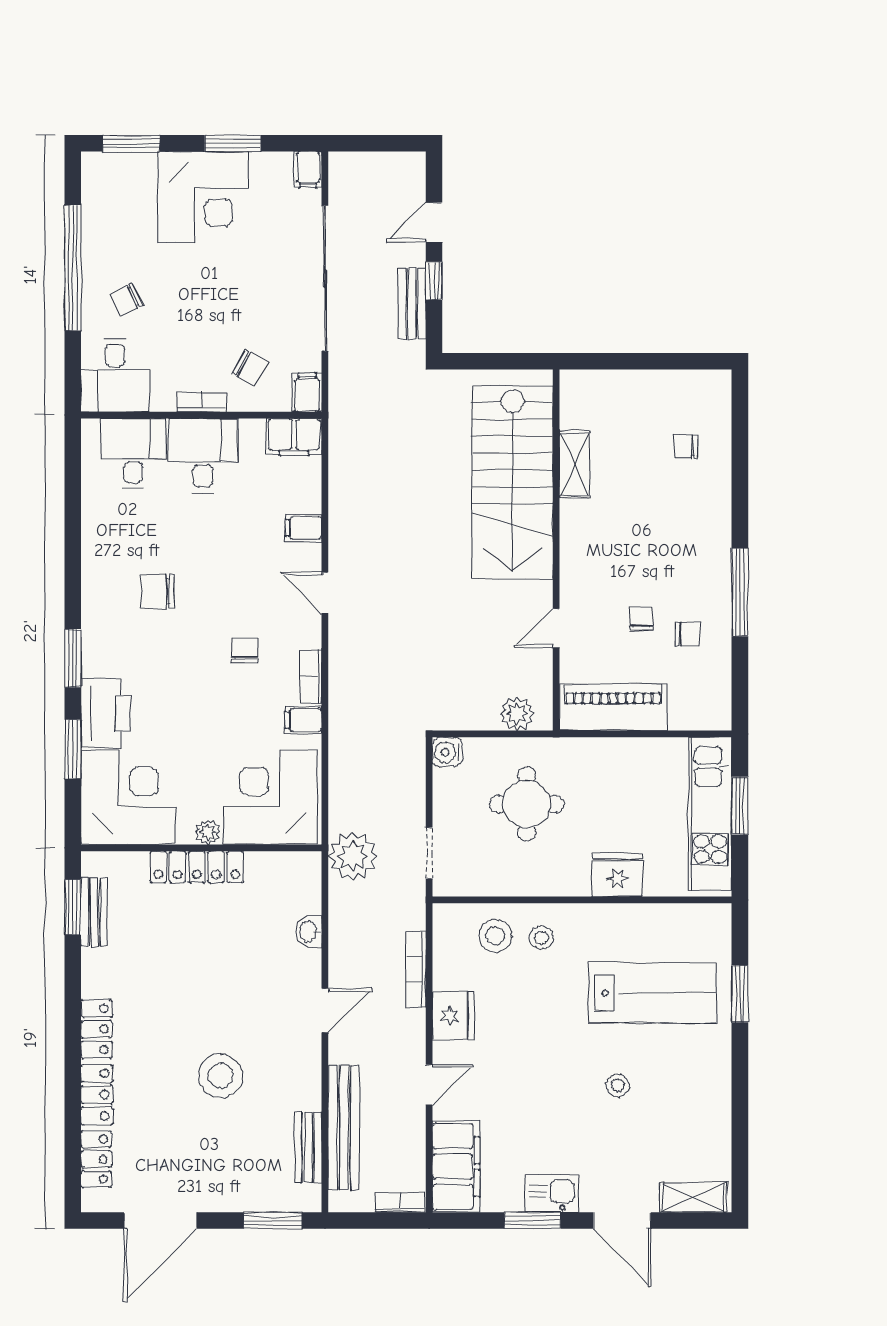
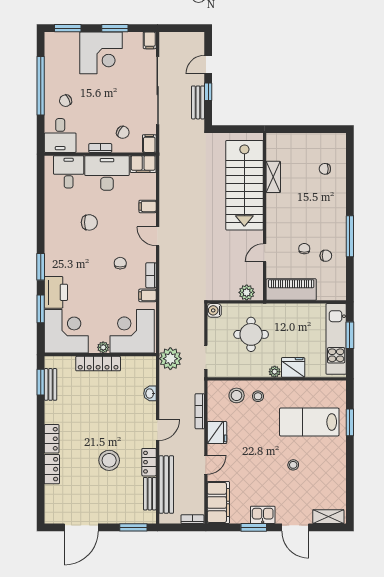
desk: (203, 456) -> (107, 173), width x1.37
chair: (158, 591) -> (89, 222), moved, turned 180
plant: (577, 884) -> (275, 372), added
lab bench: (652, 993) -> (309, 422), turned 180
locker: (96, 1159) -> (149, 462), moved, turned 180

